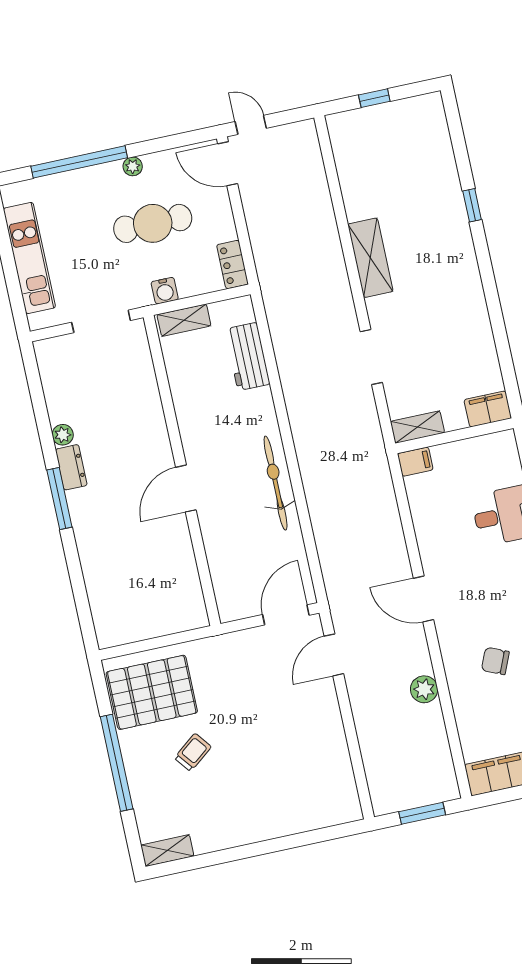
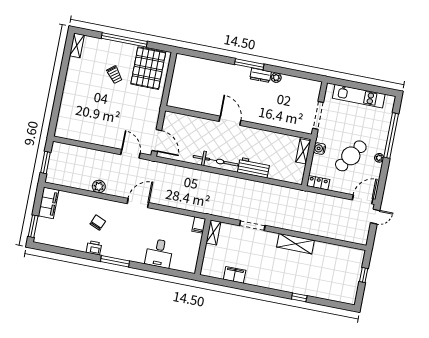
cafe table: (153, 223) -> (351, 156), turned 34
workbench: (247, 357) -> (254, 168), moved
filing cabinet: (488, 409) -> (235, 275), moved, turned -90

